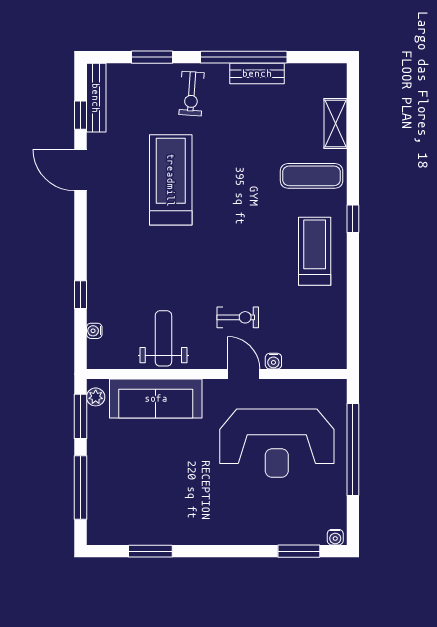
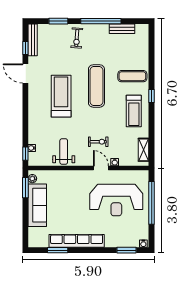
bench: (257, 73) -> (122, 29), moved
shelving: (336, 123) -> (143, 150), moved
treadmill: (171, 180) -> (61, 96), moved
exercise mat: (234, 197) -> (96, 86), added
treadmill: (315, 251) -> (134, 111), turned 180
window: (81, 295) -> (25, 154), moved
sofa: (156, 398) -> (37, 205), moved, turned -90
window: (81, 487) -> (25, 221), removed
row of seats: (191, 531) -> (77, 241), added

